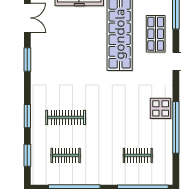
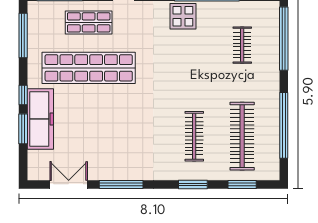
window: (27, 60) -> (121, 184), width x1.44
clothes rail: (66, 155) -> (242, 136), width x1.86, depth x1.31

